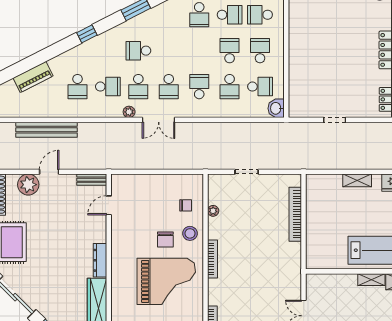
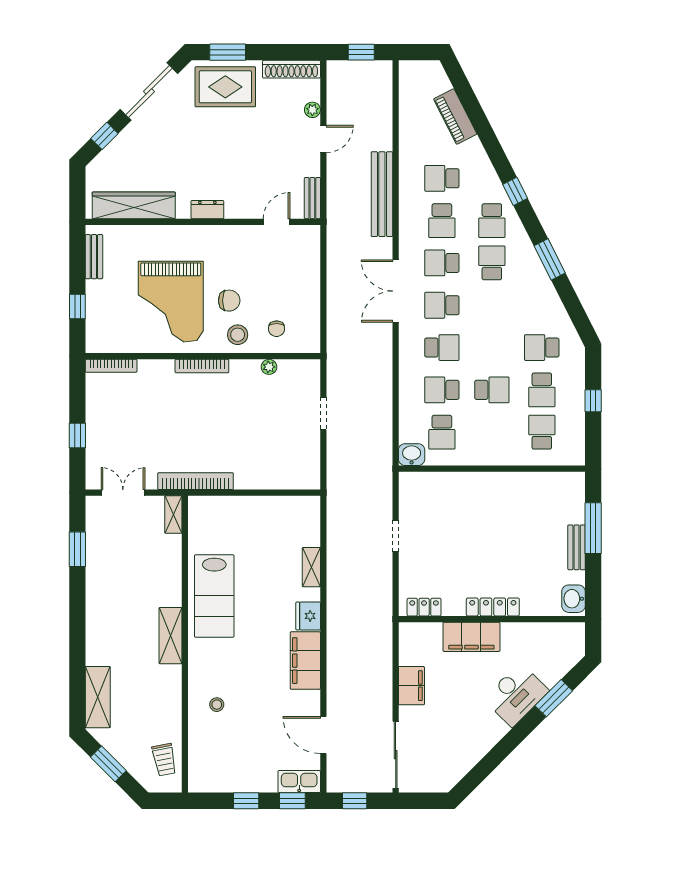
school desk: (260, 51) -> (492, 221), moved, turned 90
plant: (129, 112) -> (407, 250), removed
double door: (159, 120) -> (396, 291), width x1.37
bench: (46, 130) -> (382, 194), moved
door: (49, 172) -> (323, 139), hinge flipped
plant: (28, 185) -> (312, 110), width x0.53, depth x0.53
door: (109, 205) -> (277, 222), hinge flipped
bookcase: (295, 214) -> (196, 481), moved
chair: (165, 239) -> (229, 301), turned 180
dresser: (100, 260) -> (207, 210), width x0.70
shelving: (371, 280) -> (173, 514), moved

